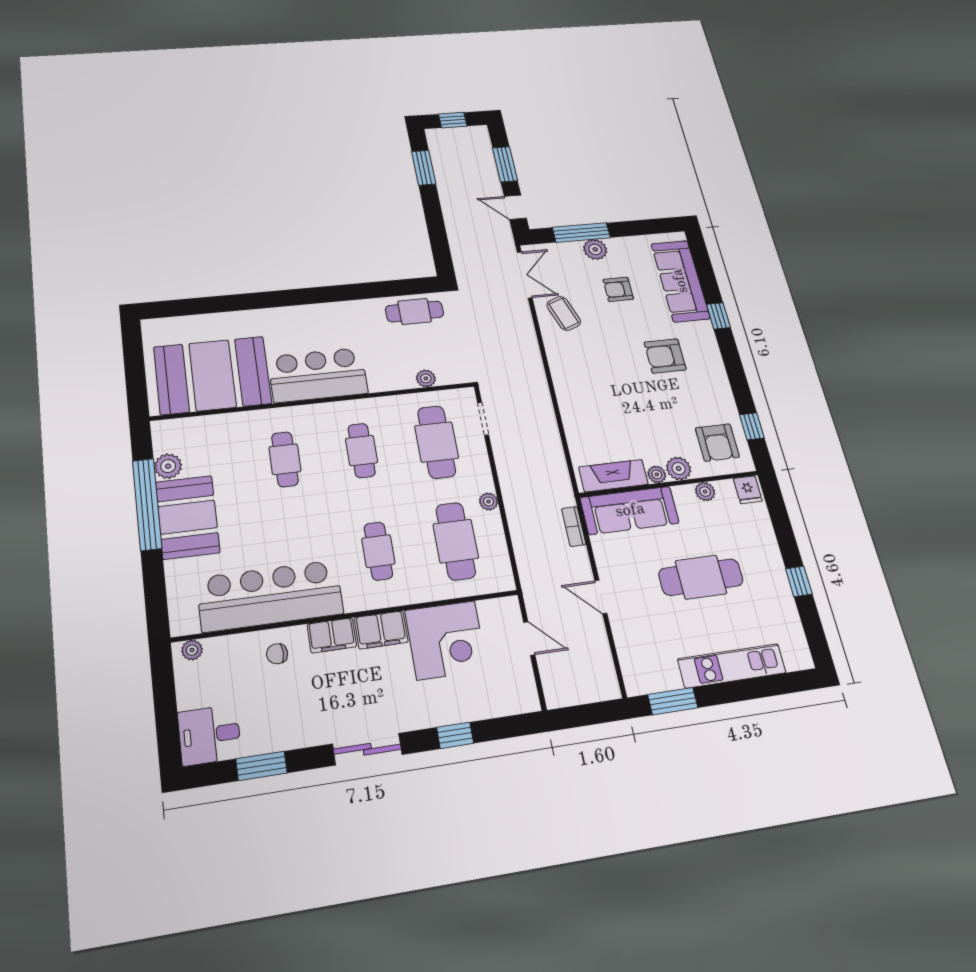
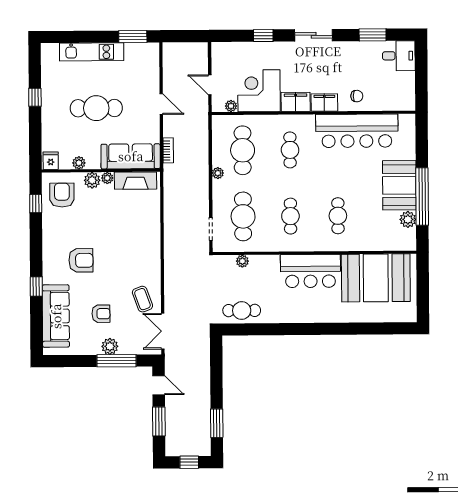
plant: (192, 650) -> (231, 106), moved

